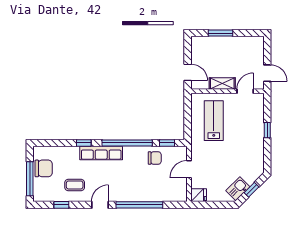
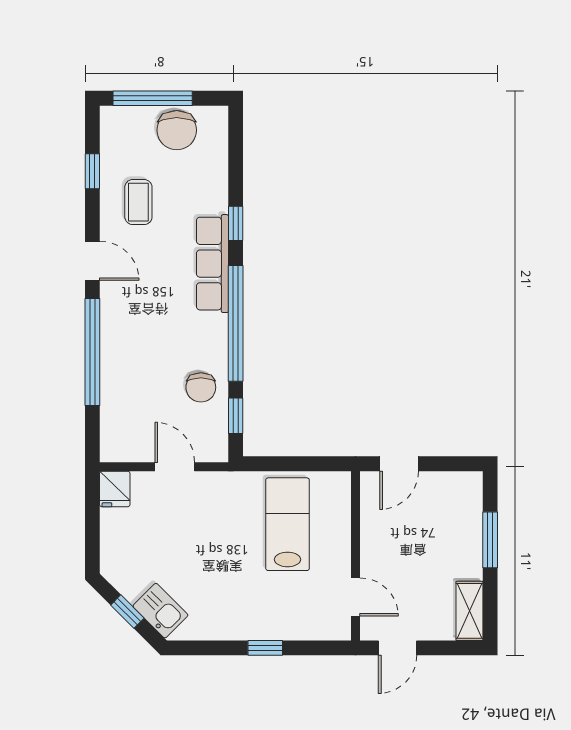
shelving: (222, 83) -> (469, 611), moved
lab bench: (214, 121) -> (288, 524), turned -90
kitchen sink: (238, 189) -> (160, 611), moved

